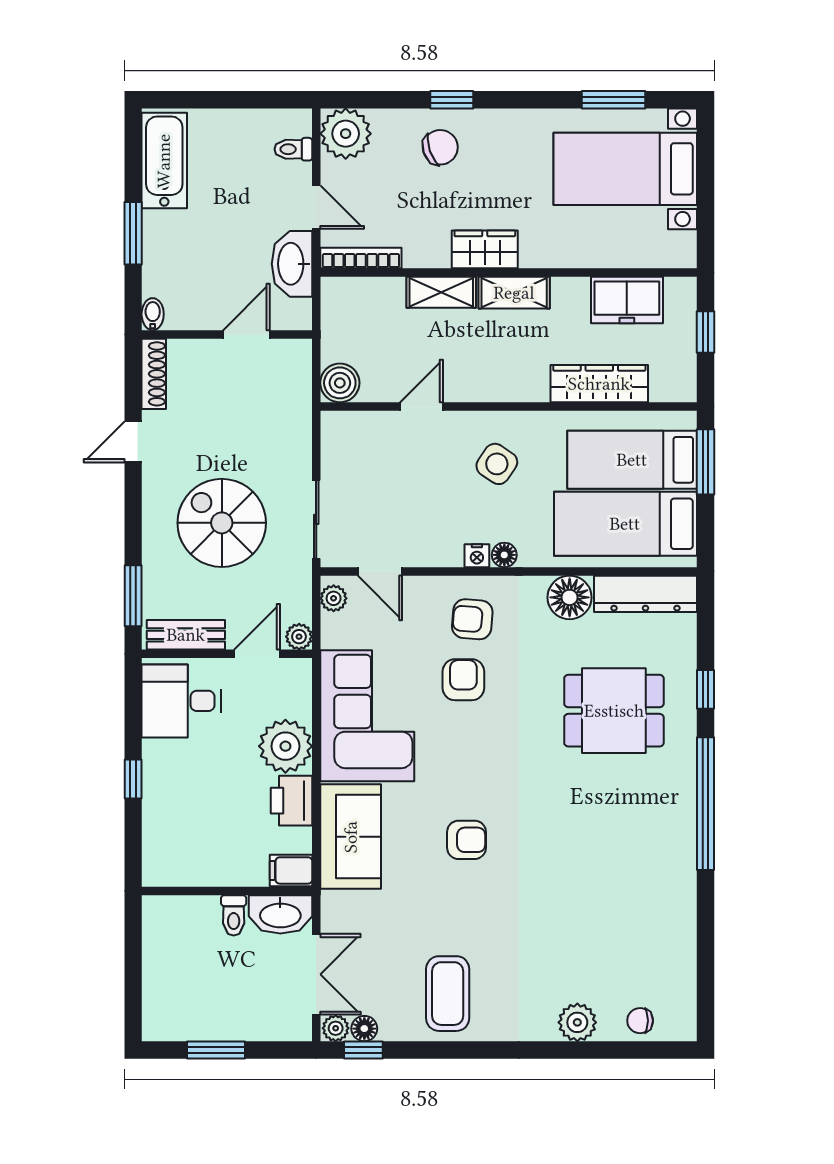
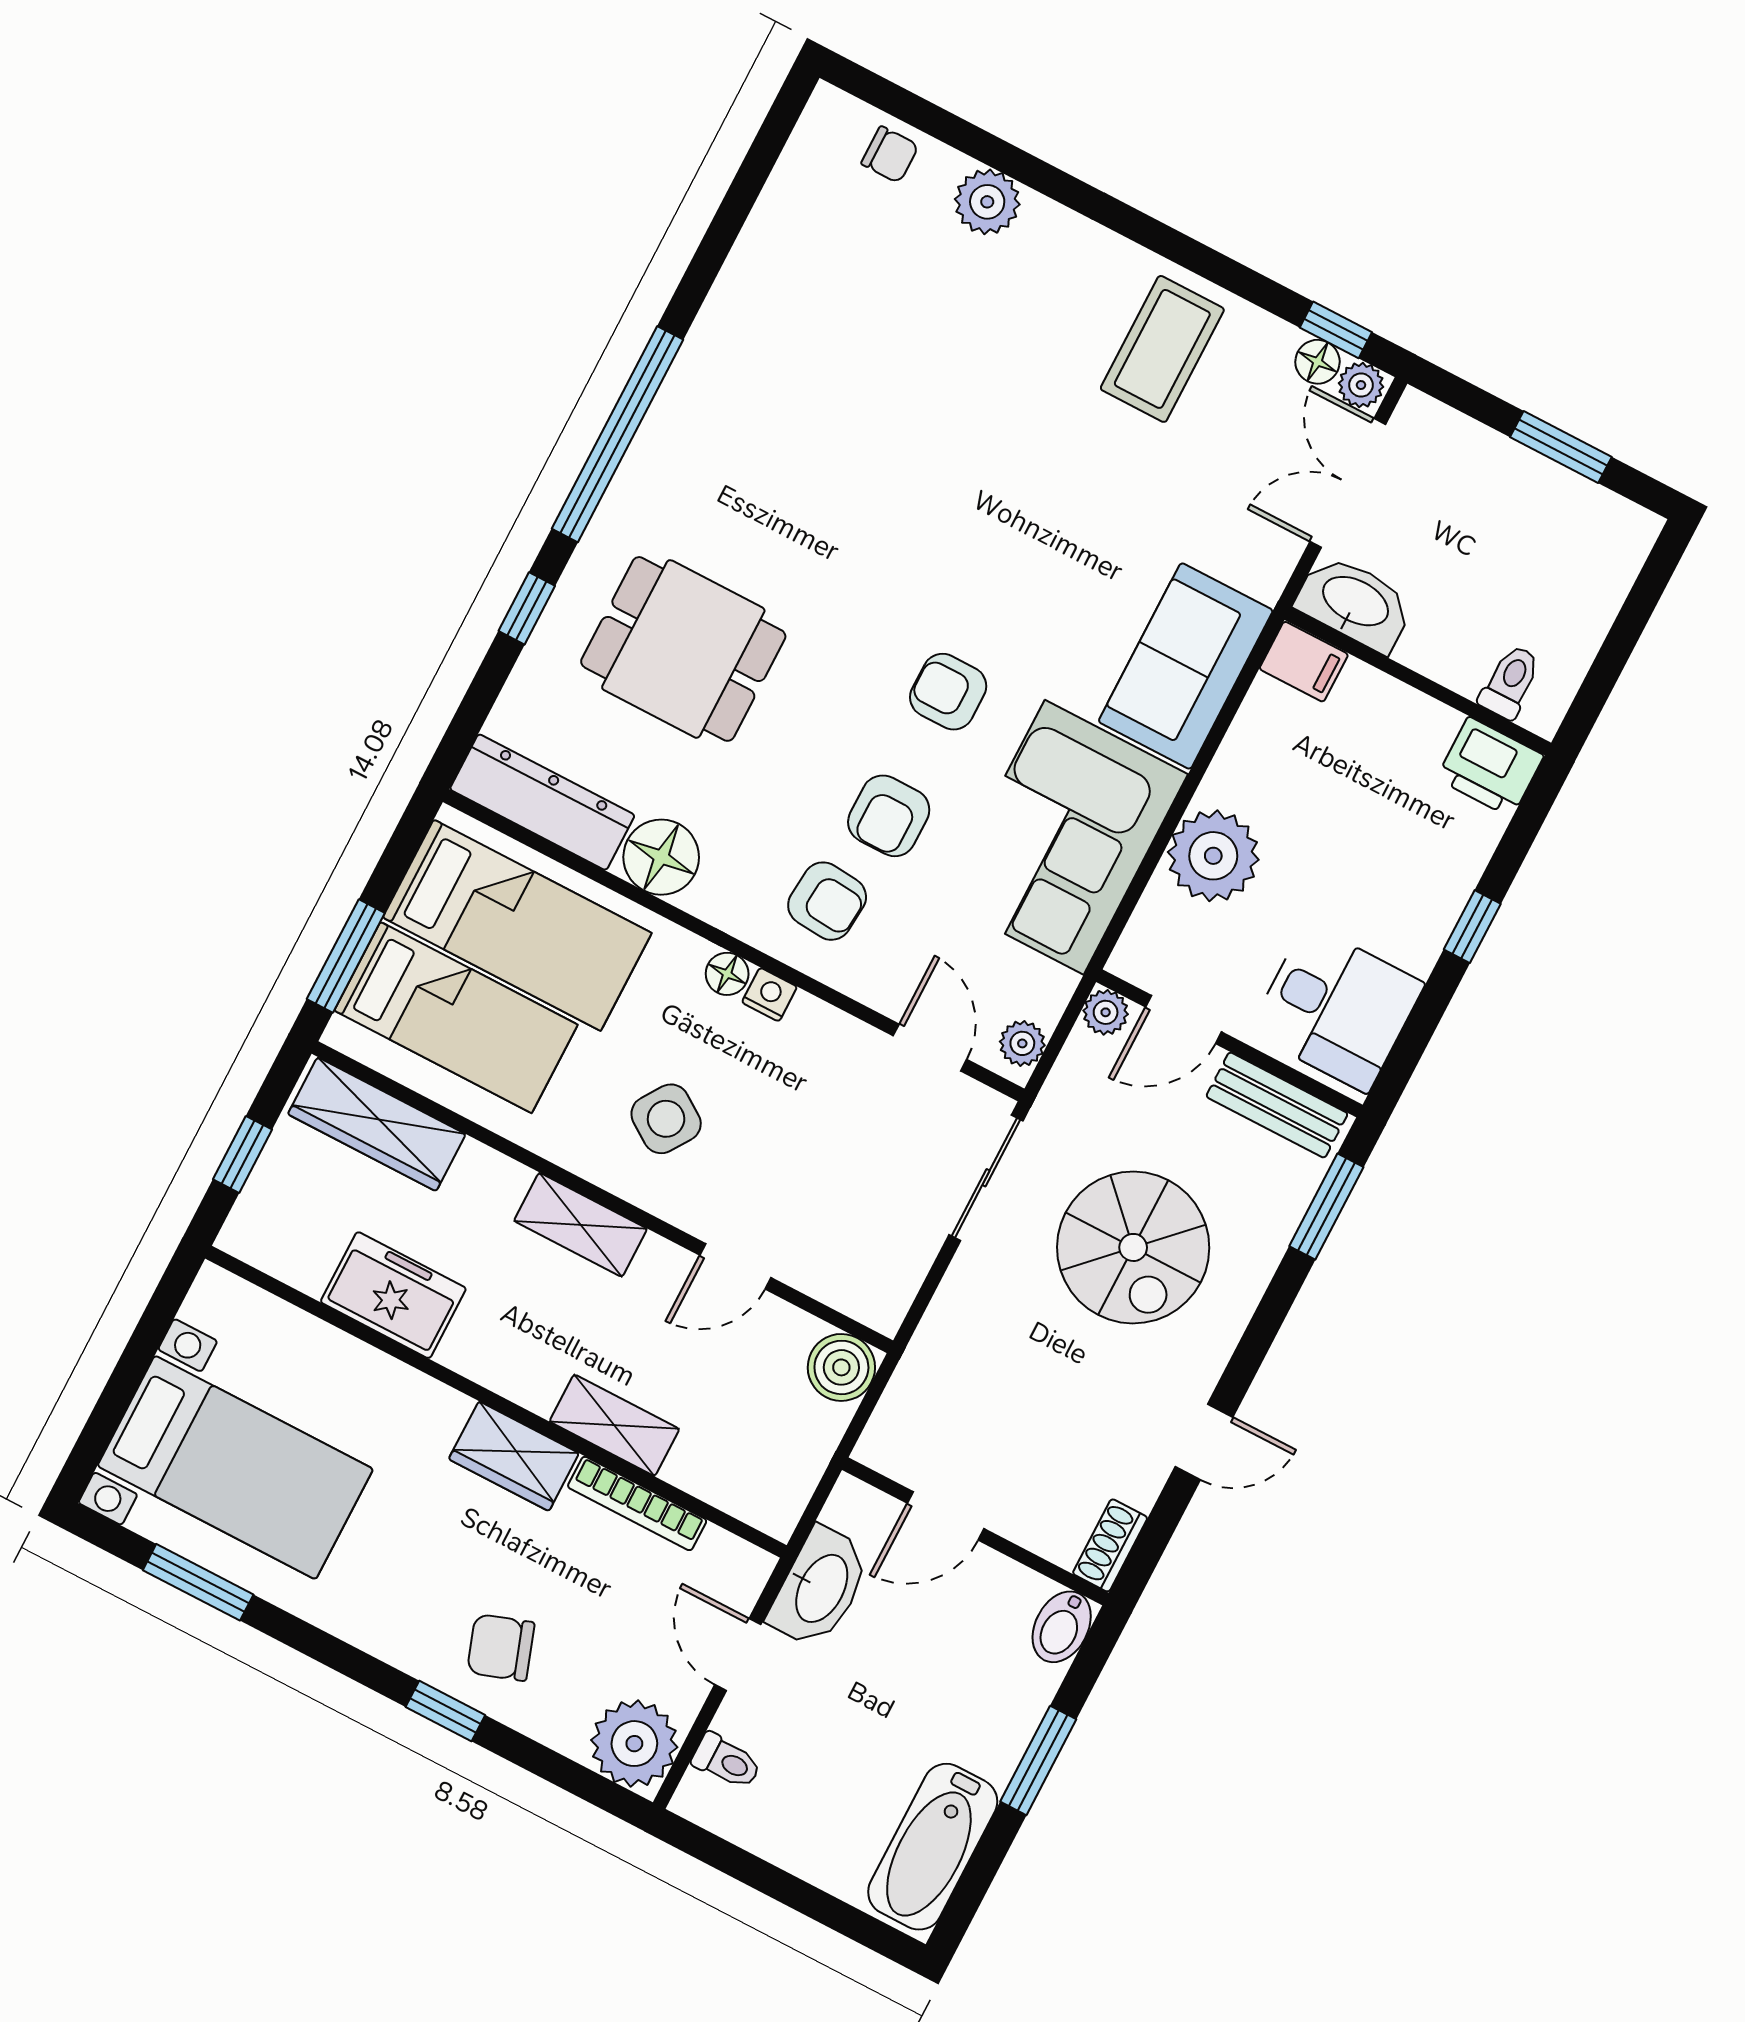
bookcase: (361, 258) -> (637, 1503), moved
shelving: (514, 293) -> (581, 1225), moved
freezer: (627, 300) -> (393, 1295), moved
bidet: (153, 314) -> (1062, 1627), width x1.38, depth x1.36
shoe rack: (154, 374) -> (1110, 1545), width x0.70
wardrobe: (599, 384) -> (377, 1124), moved
printer: (291, 801) -> (1490, 767), moved, turned 90
armchair: (467, 840) -> (948, 692), moved
toilet: (234, 915) -> (1510, 682), moved

